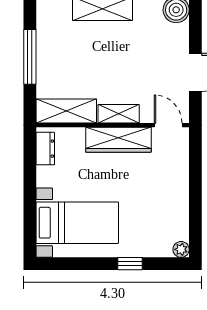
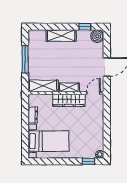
door: (168, 125) -> (93, 93), hinge flipped
dresser: (45, 149) -> (33, 115), moved
window: (130, 264) -> (88, 161), moved

